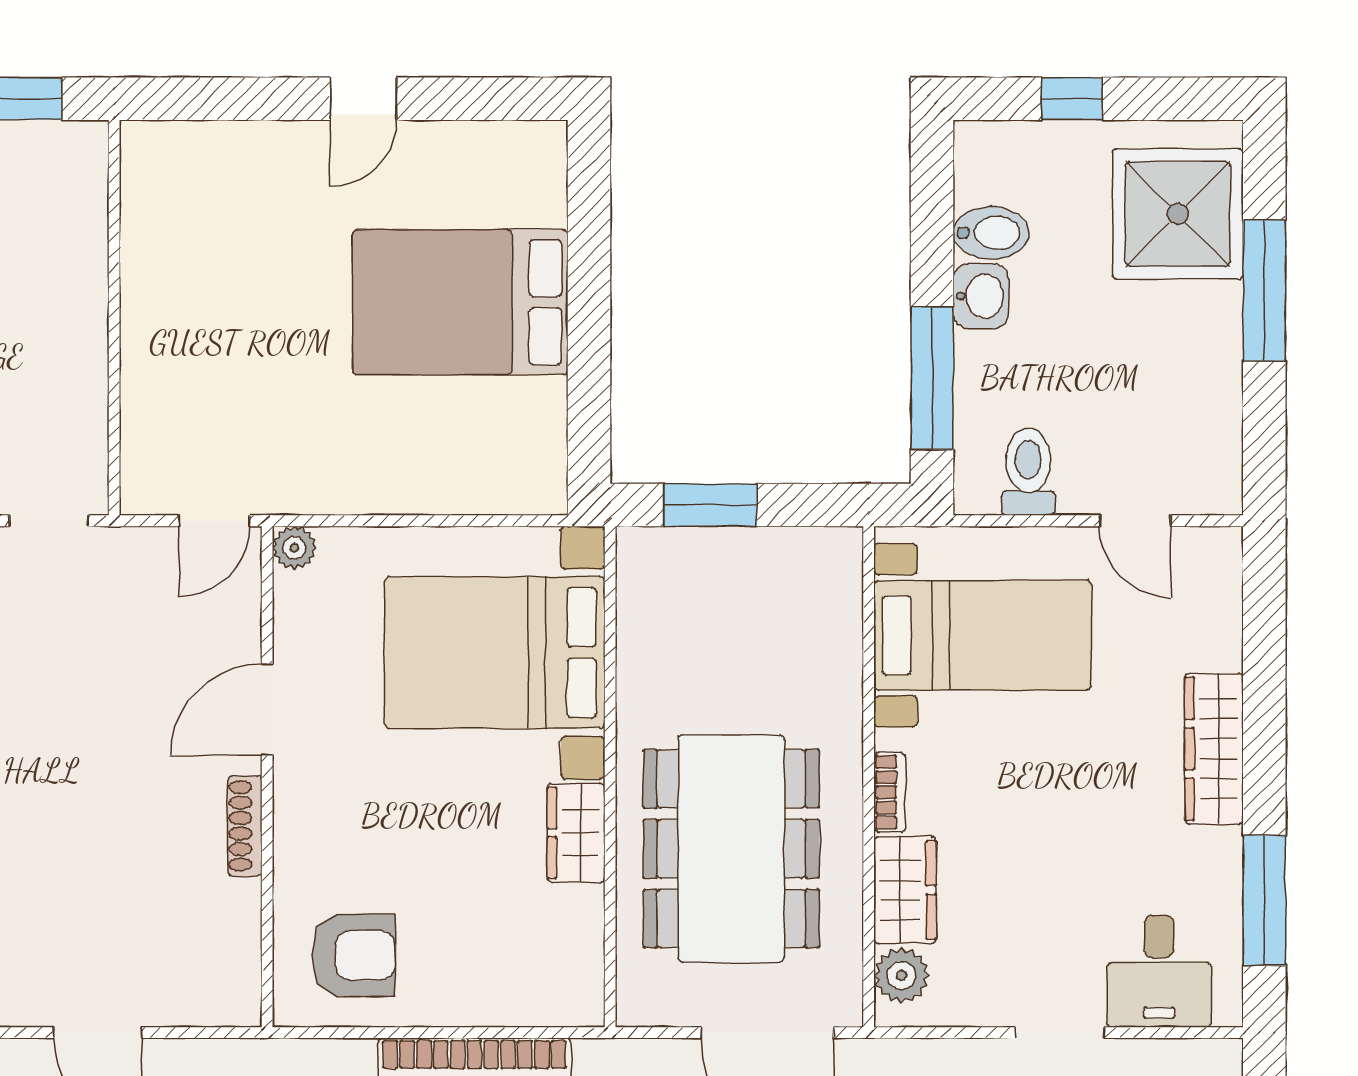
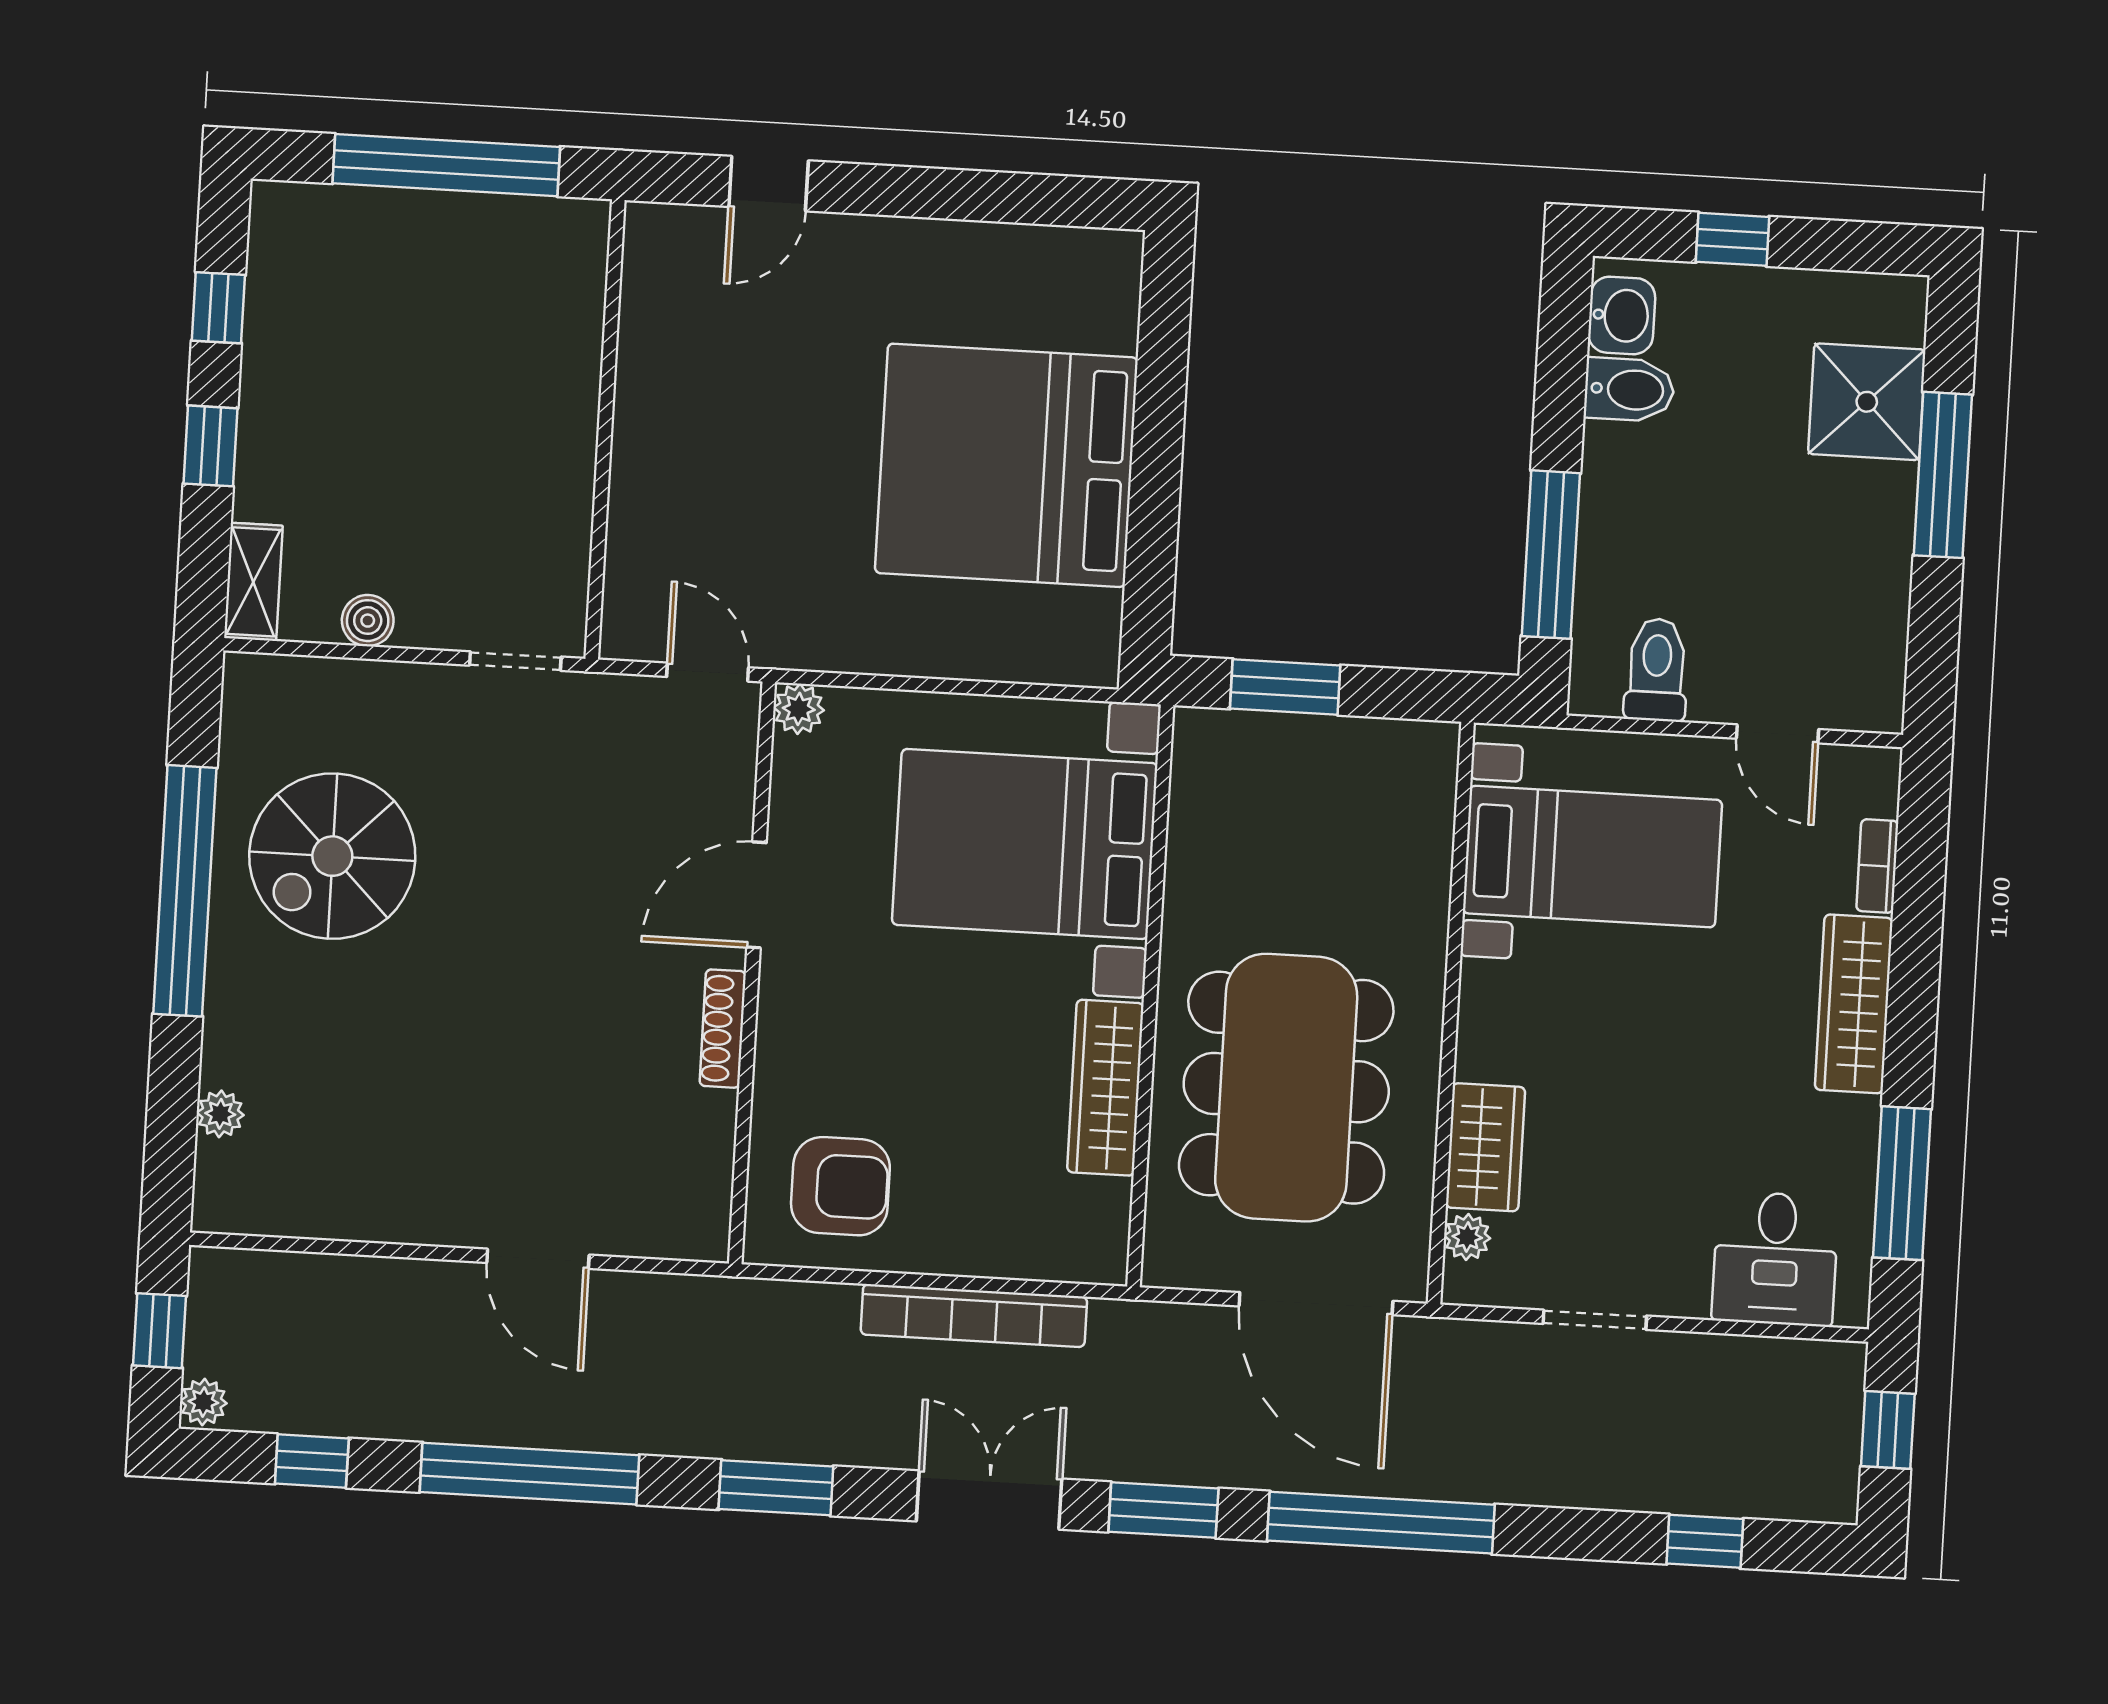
door: (363, 99) -> (769, 184), moved
shower: (1178, 214) -> (1867, 402), width x0.73, depth x0.73
washbasin: (981, 296) -> (1622, 315), moved
bed: (460, 302) -> (1006, 465), width x1.36
door: (214, 521) -> (708, 672), swing flipped
bookcase: (890, 792) -> (1877, 866), moved, turned 180
wardrobe: (576, 833) -> (1105, 1088), width x1.50
plant: (901, 975) -> (1467, 1237), width x0.73, depth x0.73
doorway: (1060, 1033) -> (1595, 1320), moved

